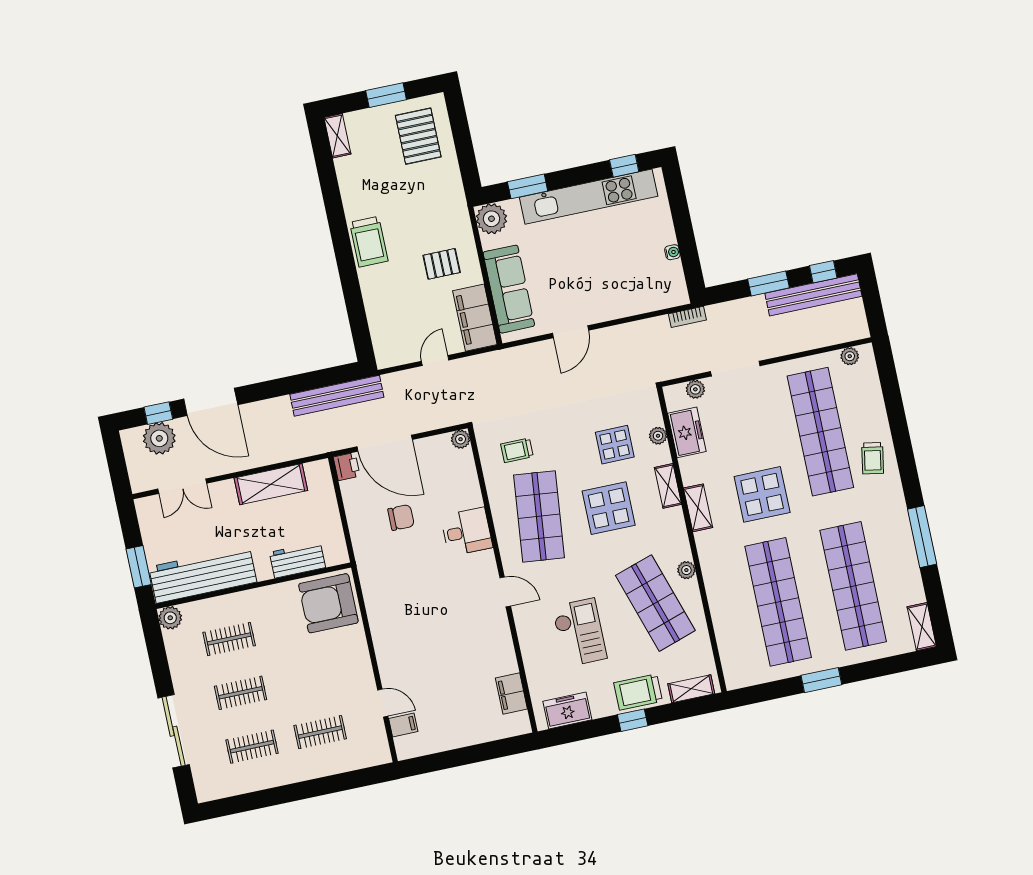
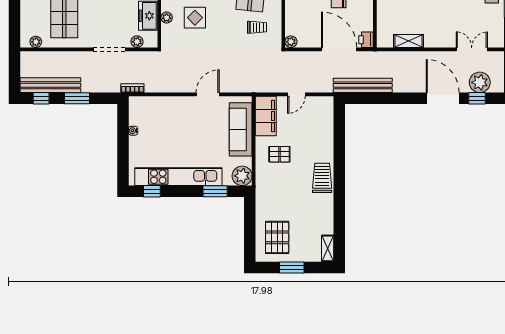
shelving: (271, 484) -> (408, 41), width x0.67, depth x0.75

